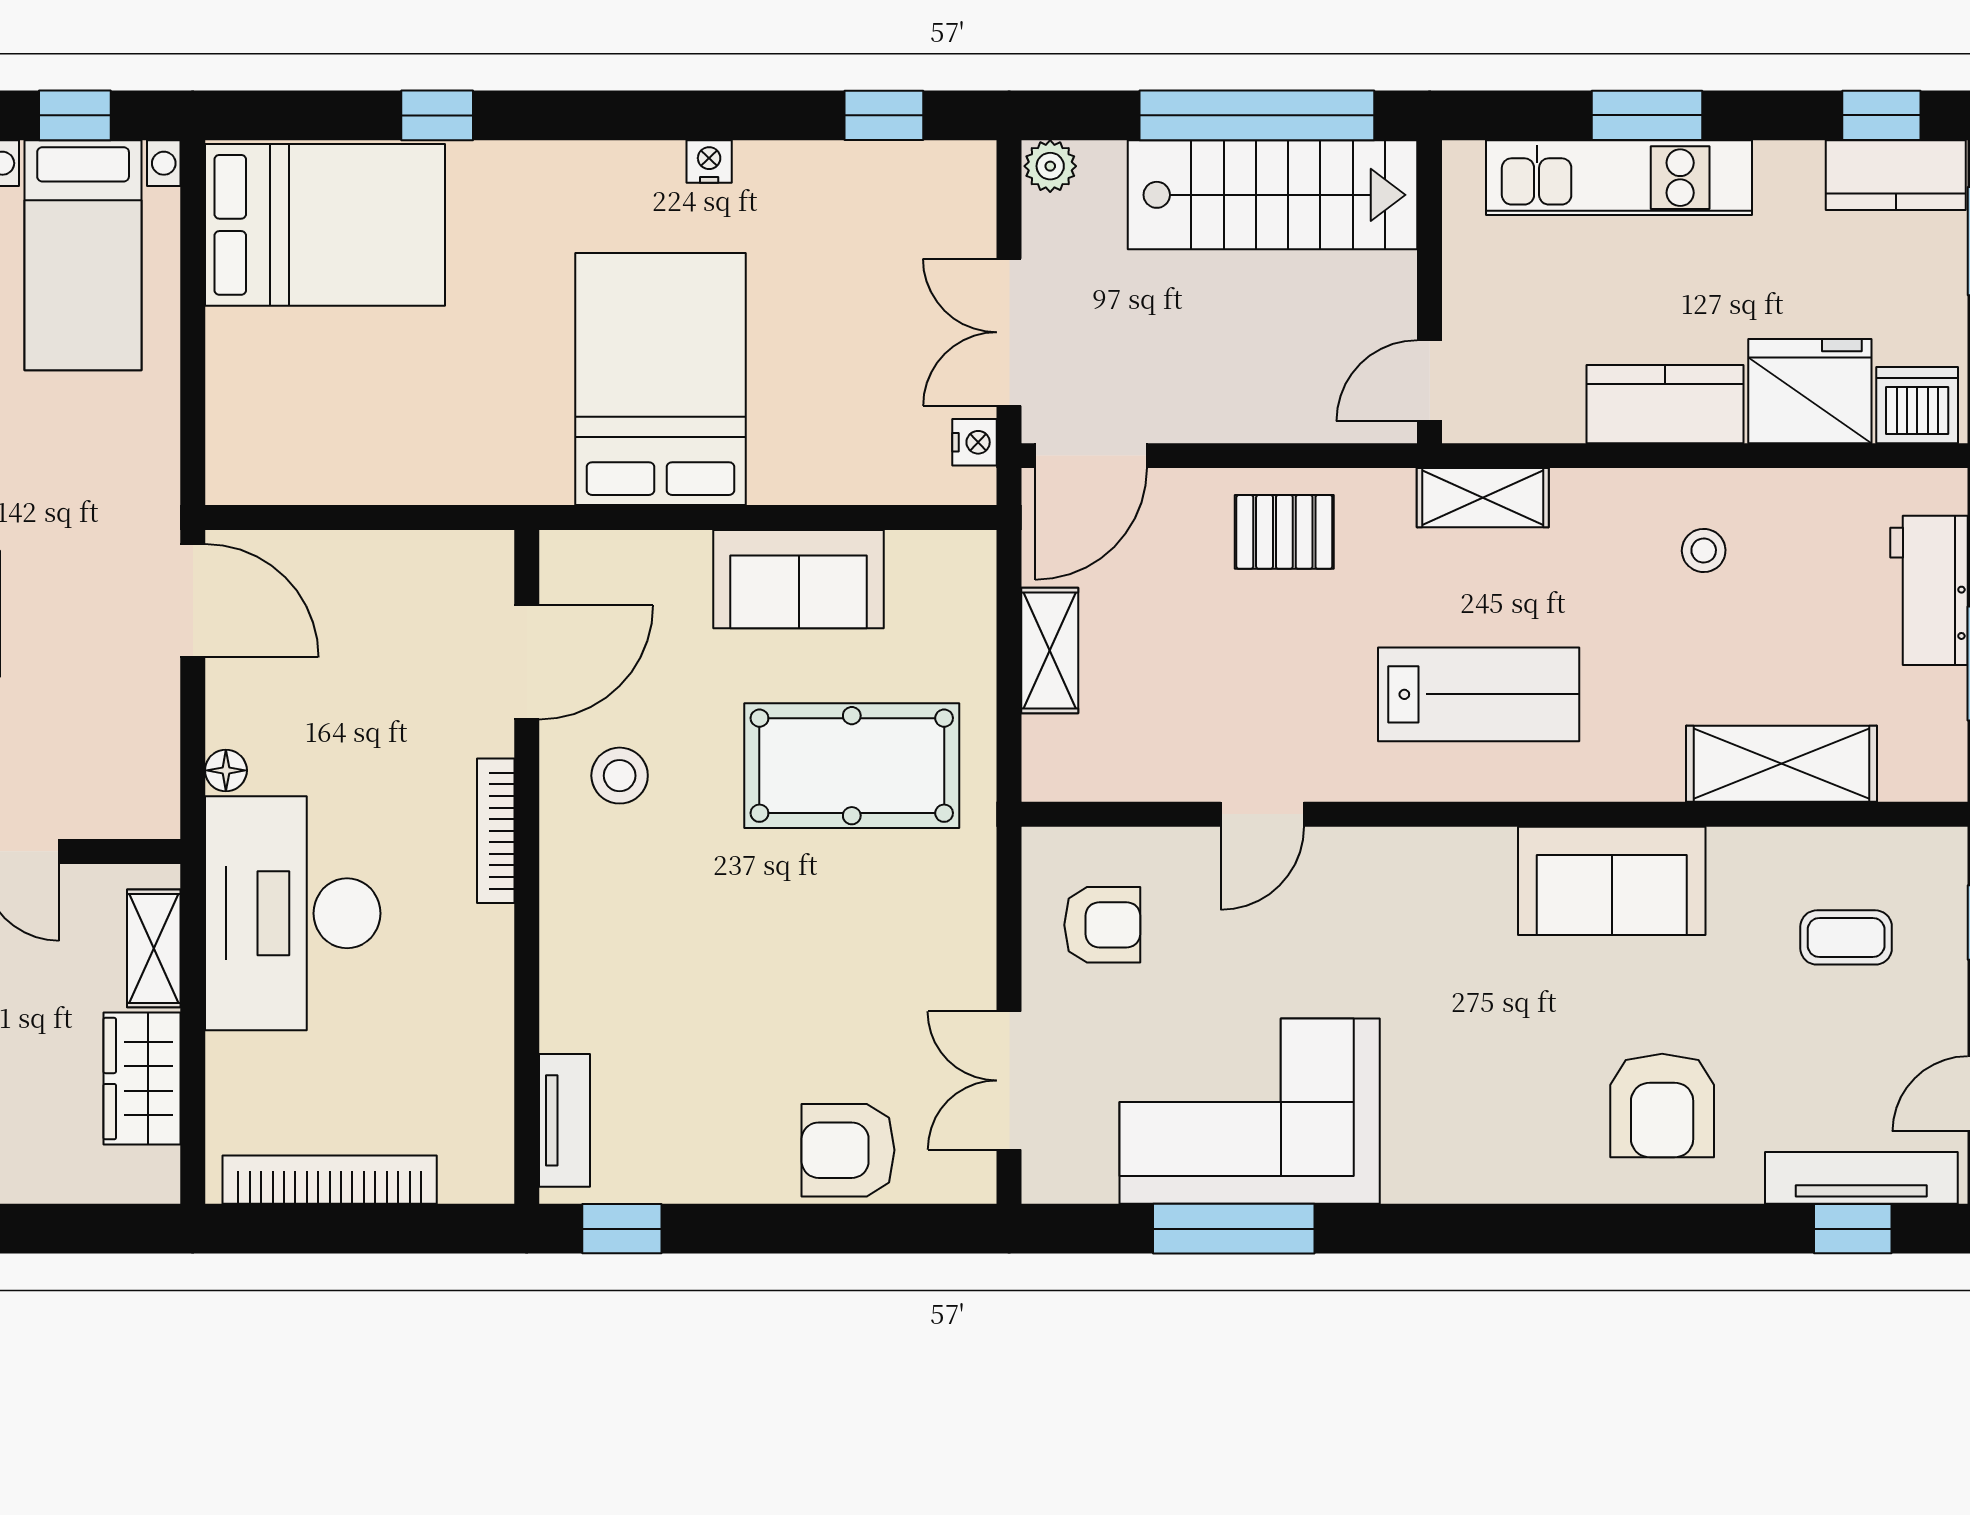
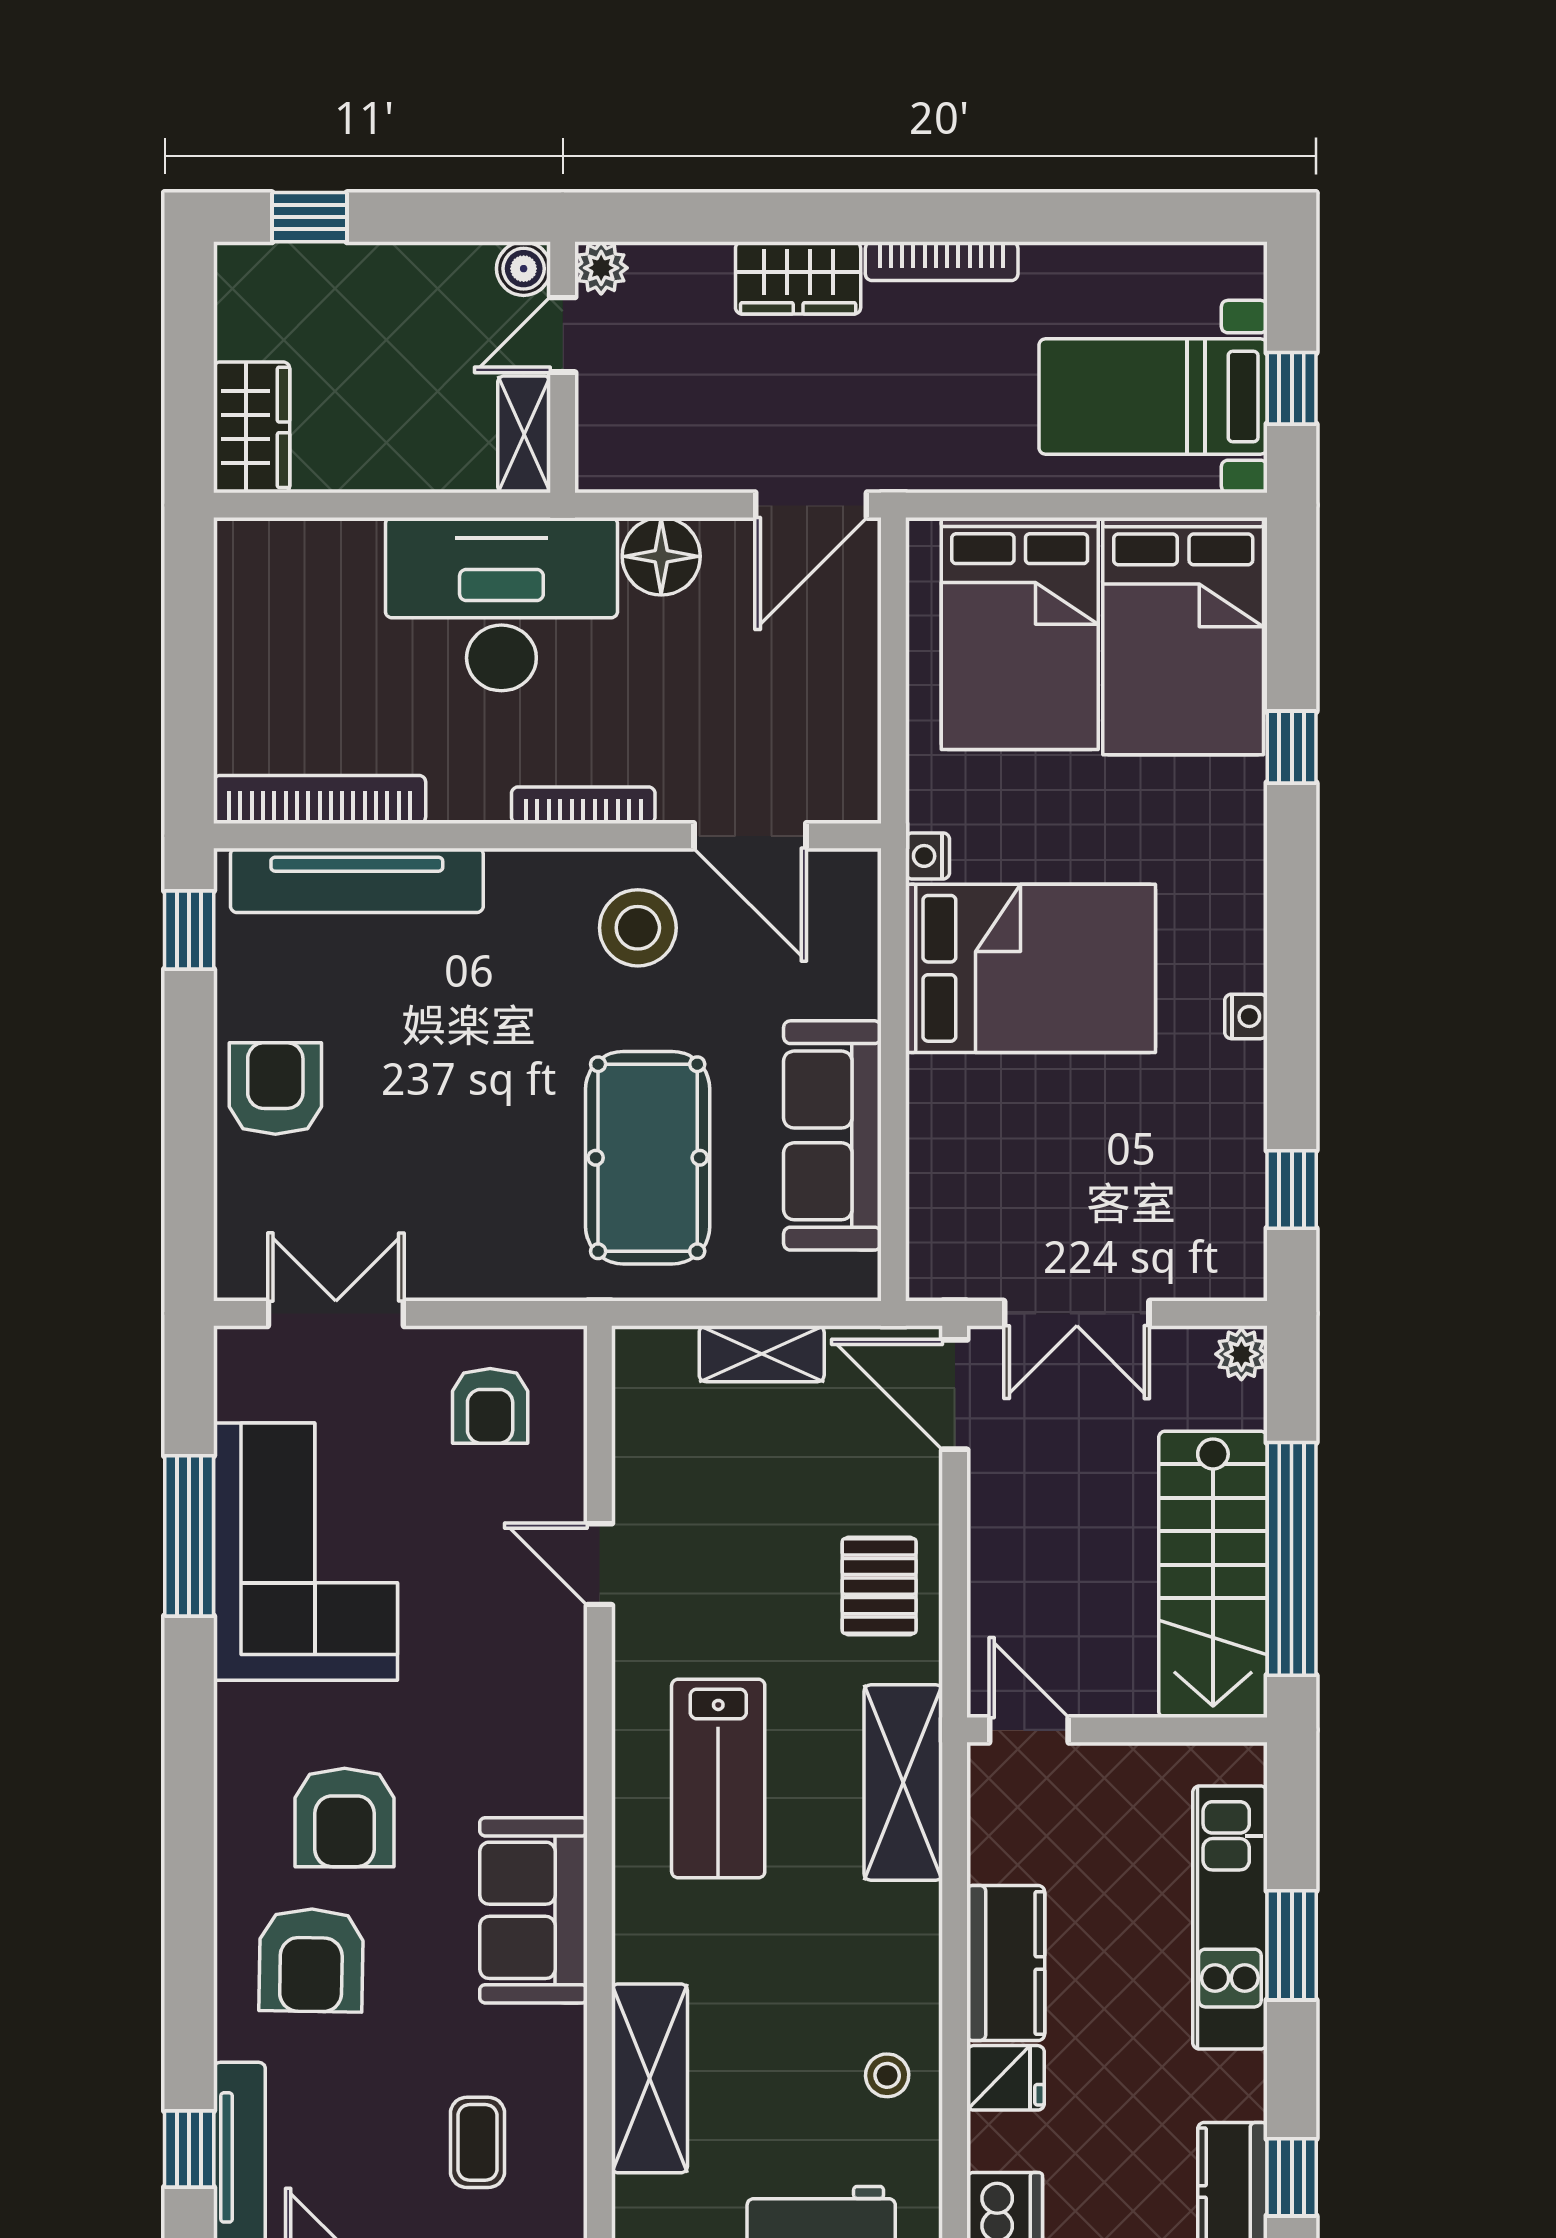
double door: (1009, 332) -> (1077, 1313), swing flipped
bed: (322, 390) -> (1020, 633), added
fridge: (1810, 391) -> (1006, 2078), width x0.53, depth x0.75
nightstand: (975, 442) -> (928, 856), moved, turned 90
shelving: (1483, 498) -> (903, 1782), width x1.50, depth x1.33
stool: (1704, 550) -> (887, 2075), moved
sofa: (799, 579) -> (832, 1135), width x1.36
floor lamp: (226, 770) -> (661, 556), width x1.89, depth x1.89
stool: (620, 776) -> (638, 928), width x1.38, depth x1.38
shelving: (154, 948) -> (524, 434), moved, turned 90
armchair: (1518, 1072) -> (345, 1817), added
wardrobe: (142, 1079) -> (252, 427), moved, turned 90
armchair: (1662, 1105) -> (311, 1960), turned -89
tv unit: (564, 1120) -> (357, 880), width x1.92, depth x1.29
armchair: (848, 1150) -> (275, 1088), moved
bookcase: (330, 1180) -> (320, 799), moved, turned -90

